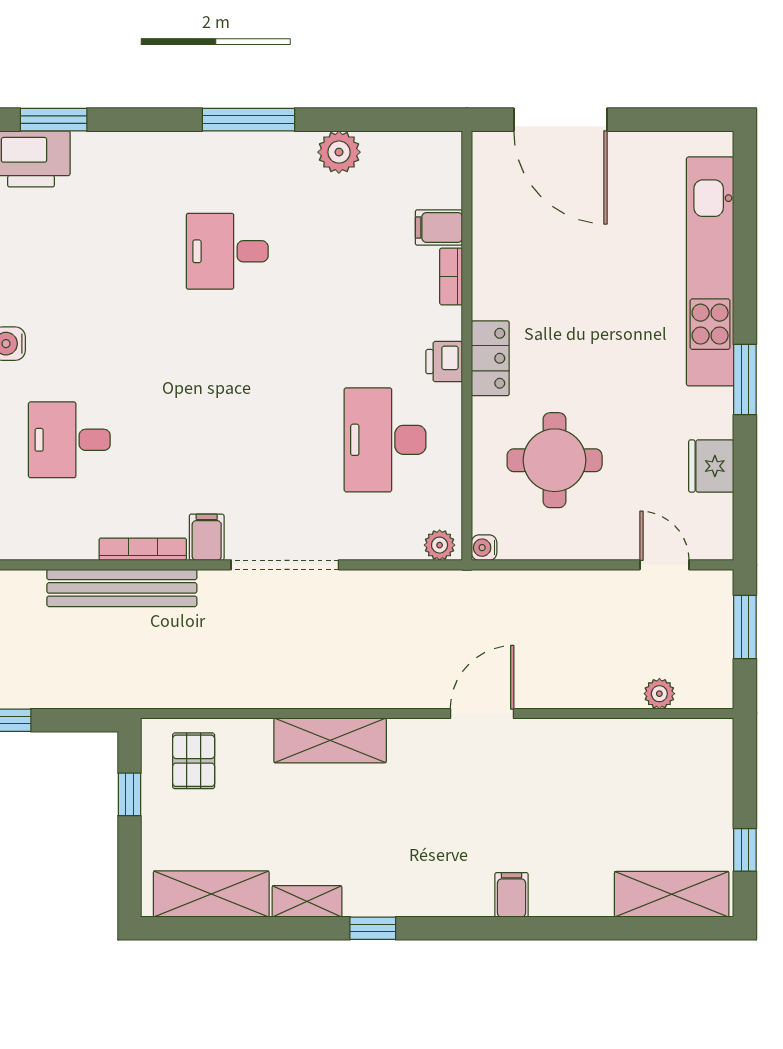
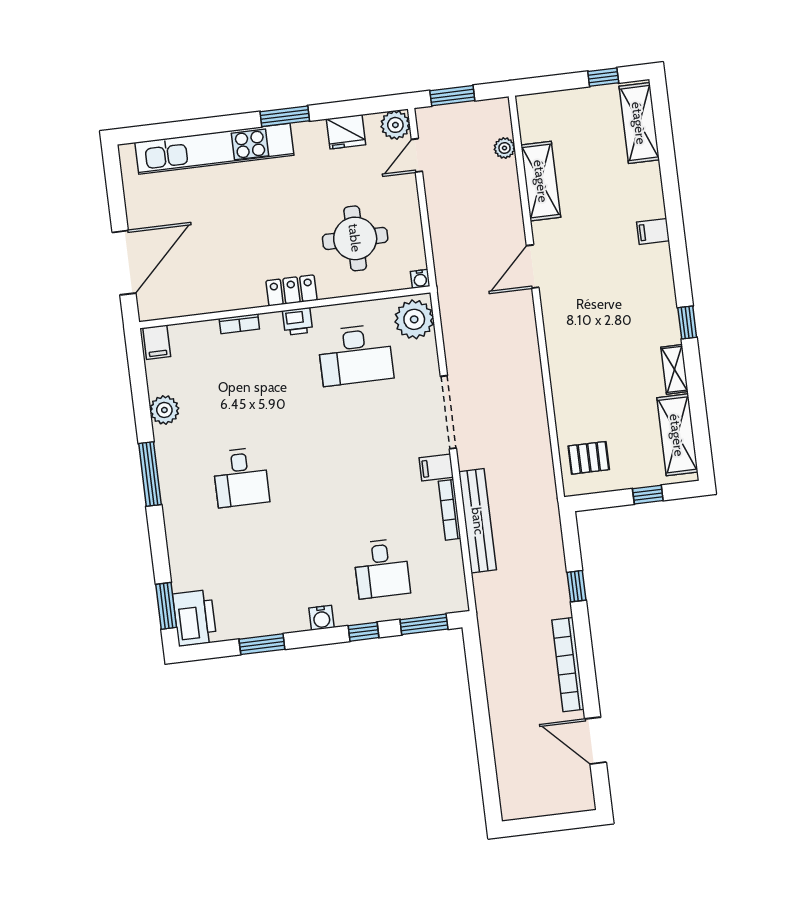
filing cabinet: (439, 227) -> (157, 342), moved
plant: (712, 539) -> (395, 125), added
plant: (440, 545) -> (414, 319), width x1.87, depth x1.87
door: (482, 713) -> (533, 266), hinge flipped
shelving: (330, 740) -> (541, 181), moved
window: (129, 794) -> (648, 495), moved

